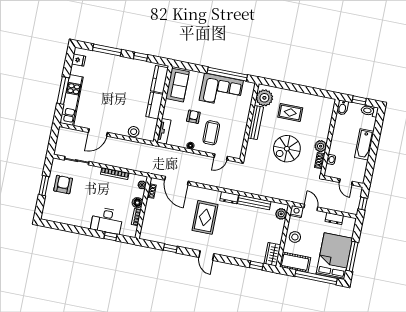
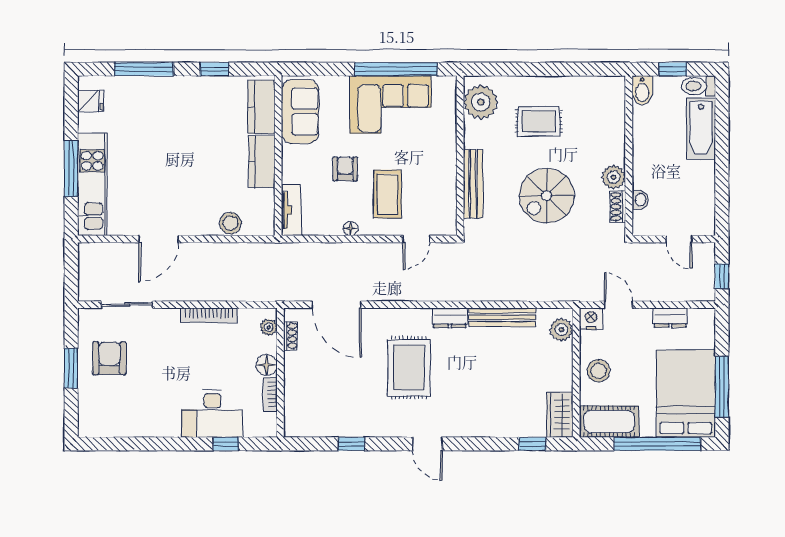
bench: (256, 123) -> (473, 184), moved
bathtub: (364, 144) -> (701, 129), moved

